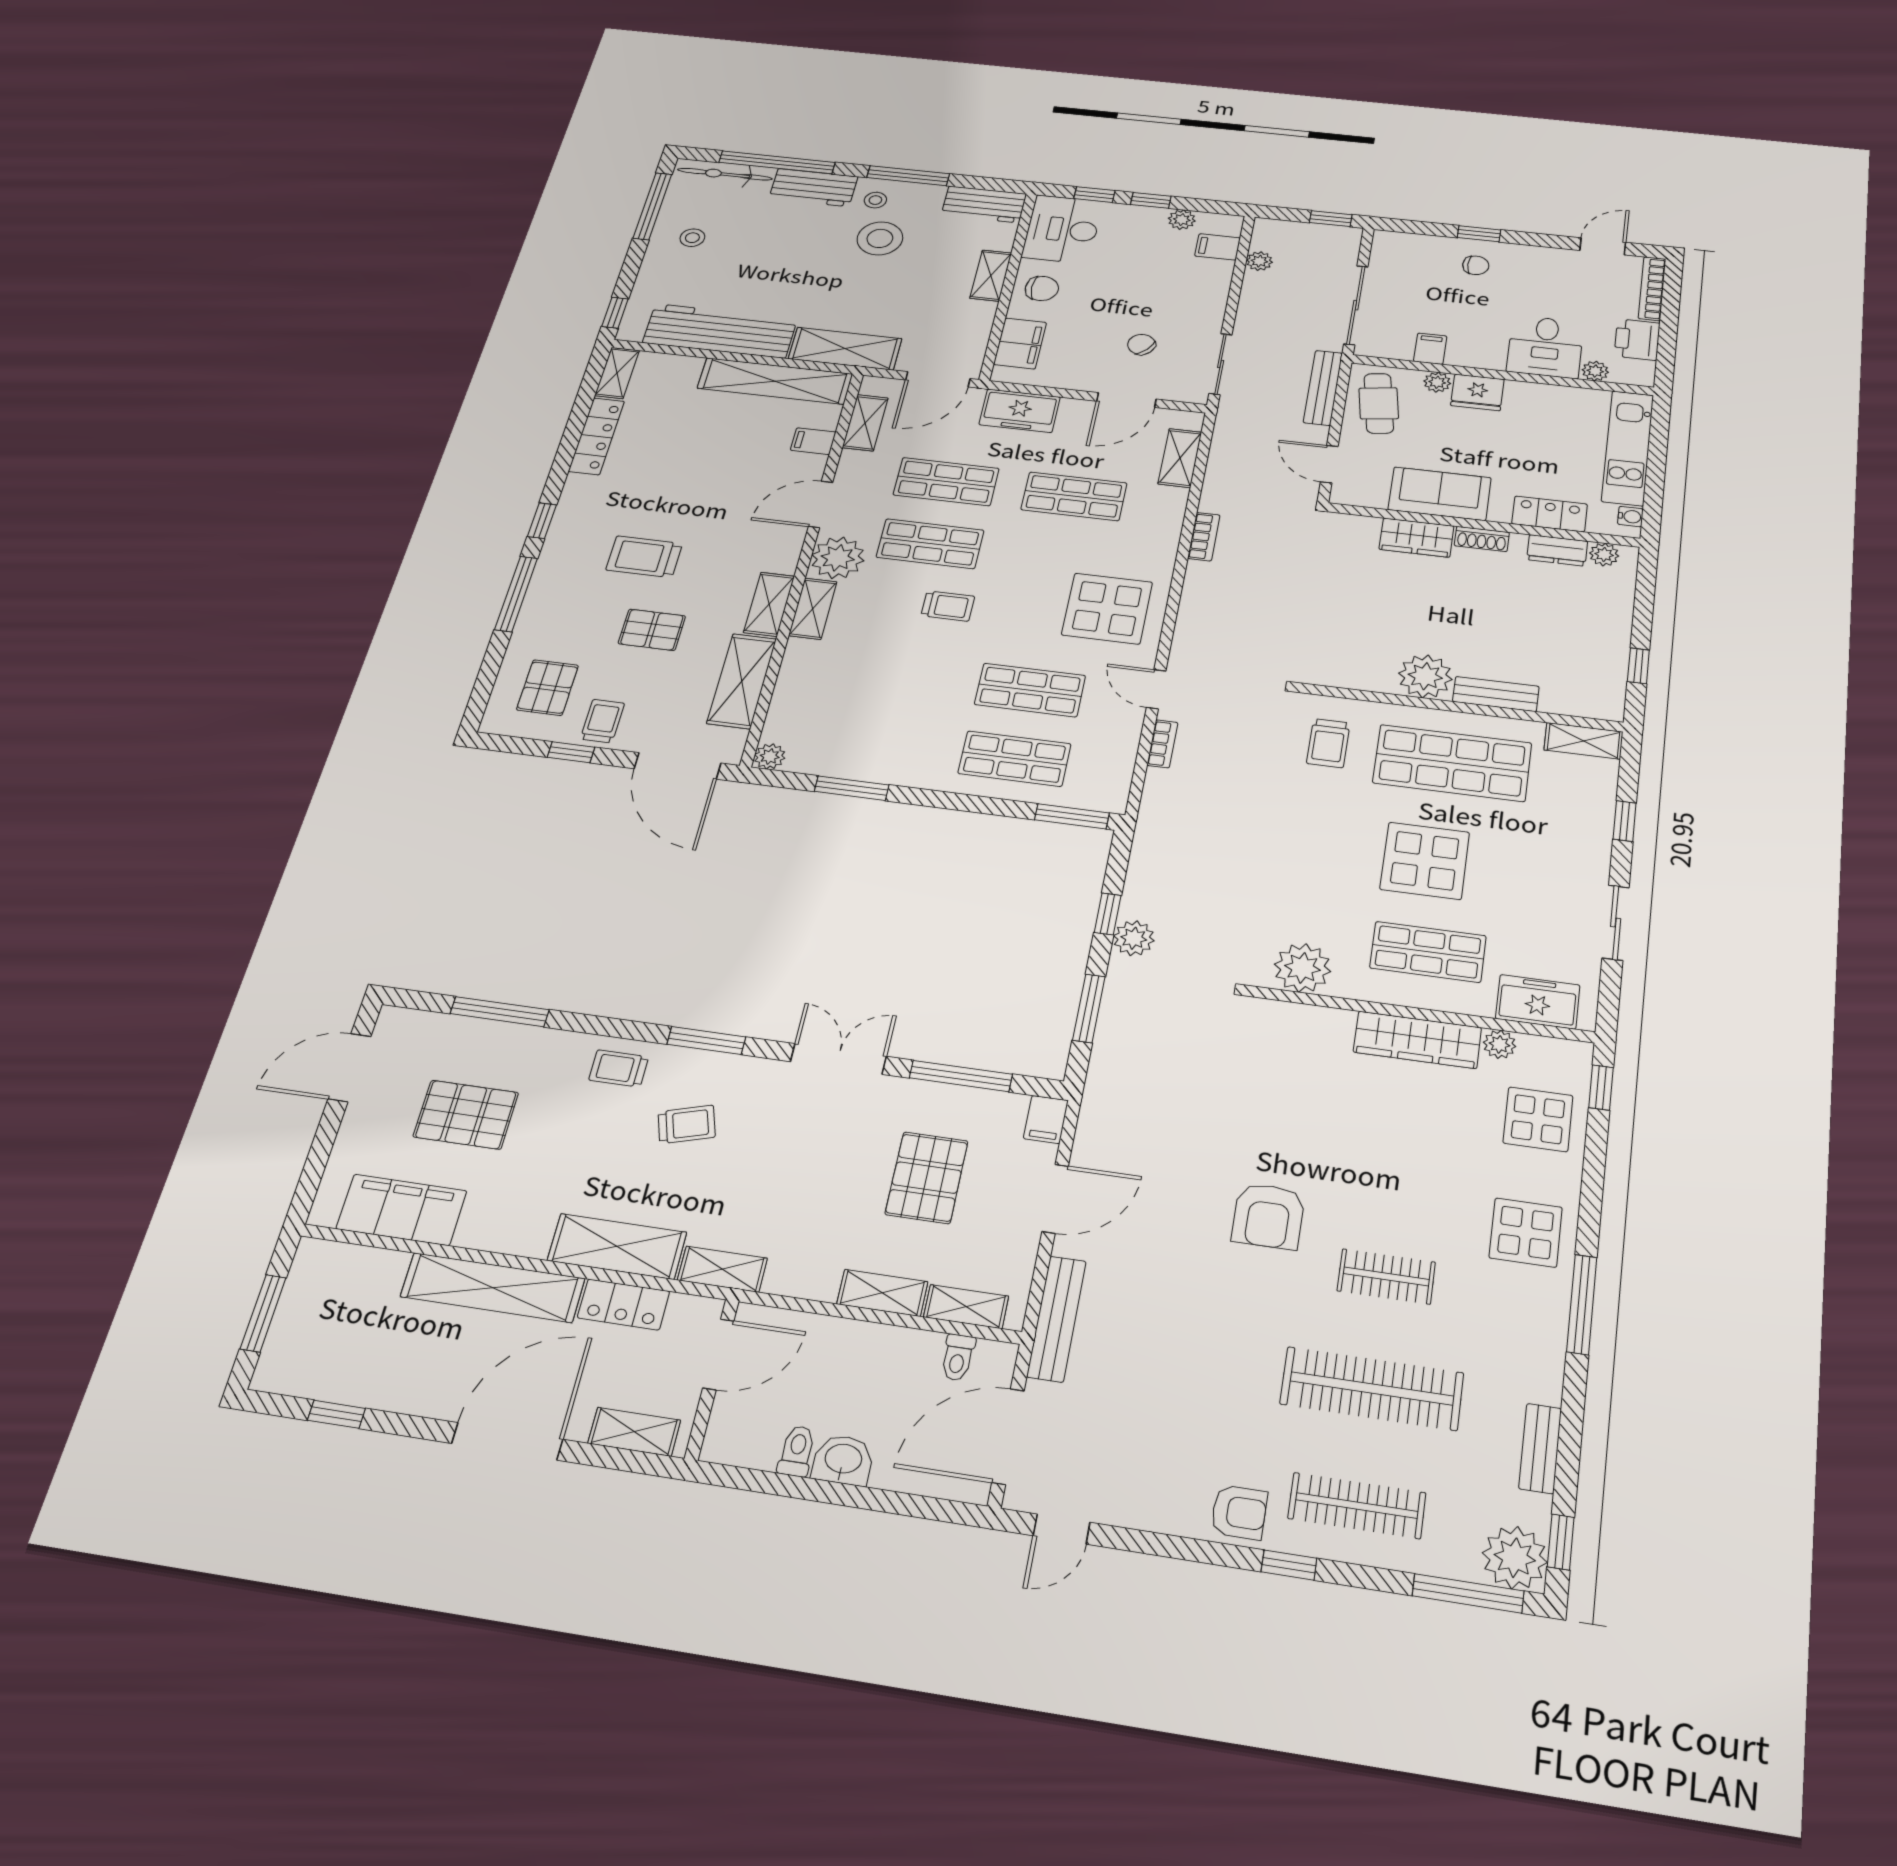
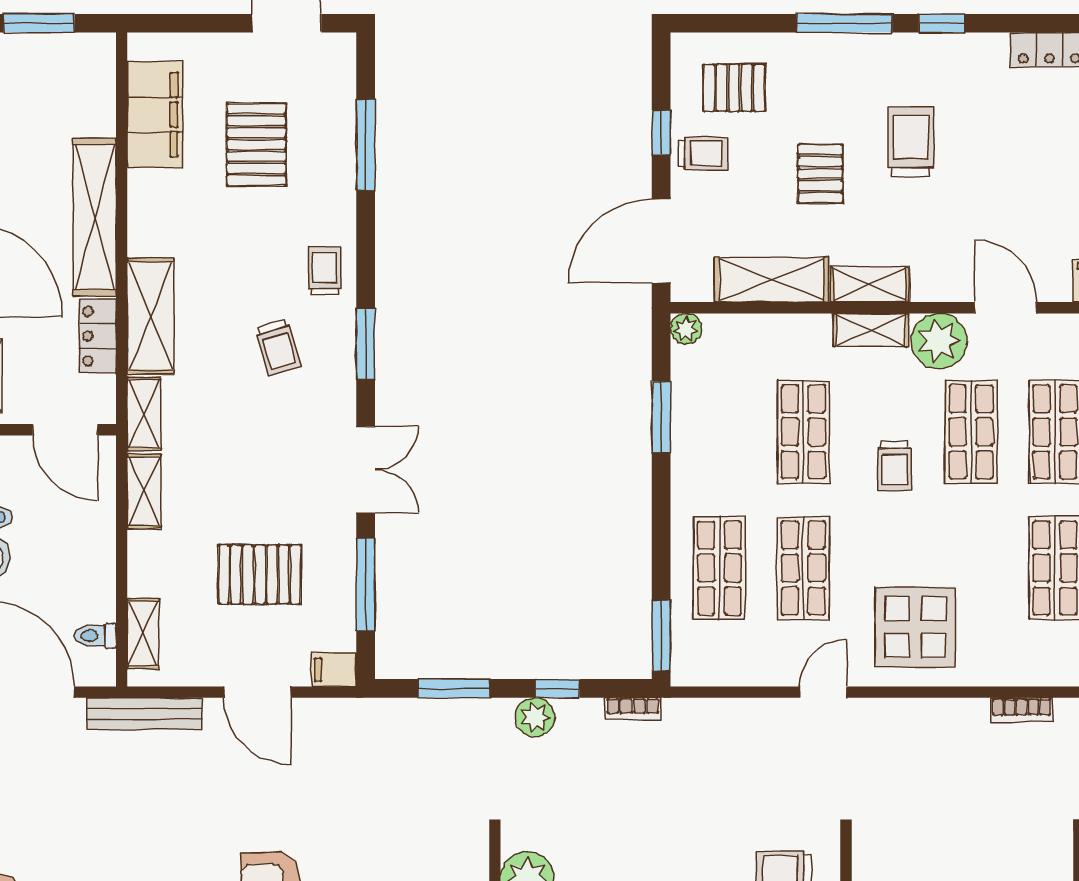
shop shelf: (897, 674) -> (803, 432), added
bookcase: (1162, 744) -> (633, 709), moved
shelving: (882, 1293) -> (144, 491), moved

